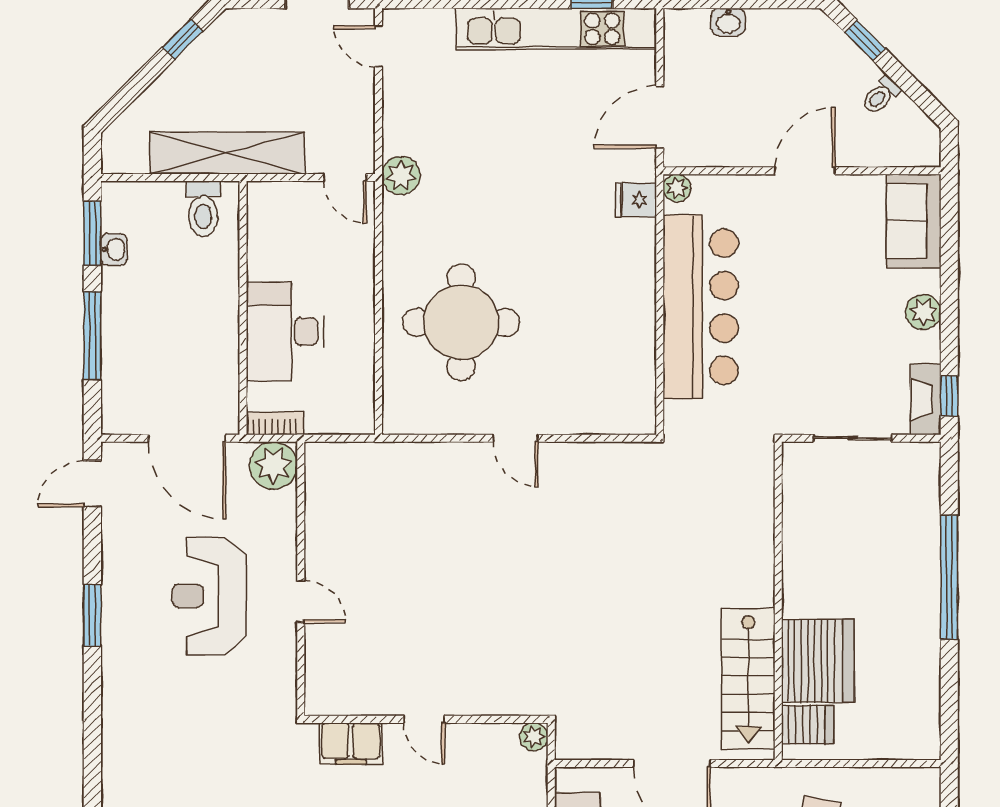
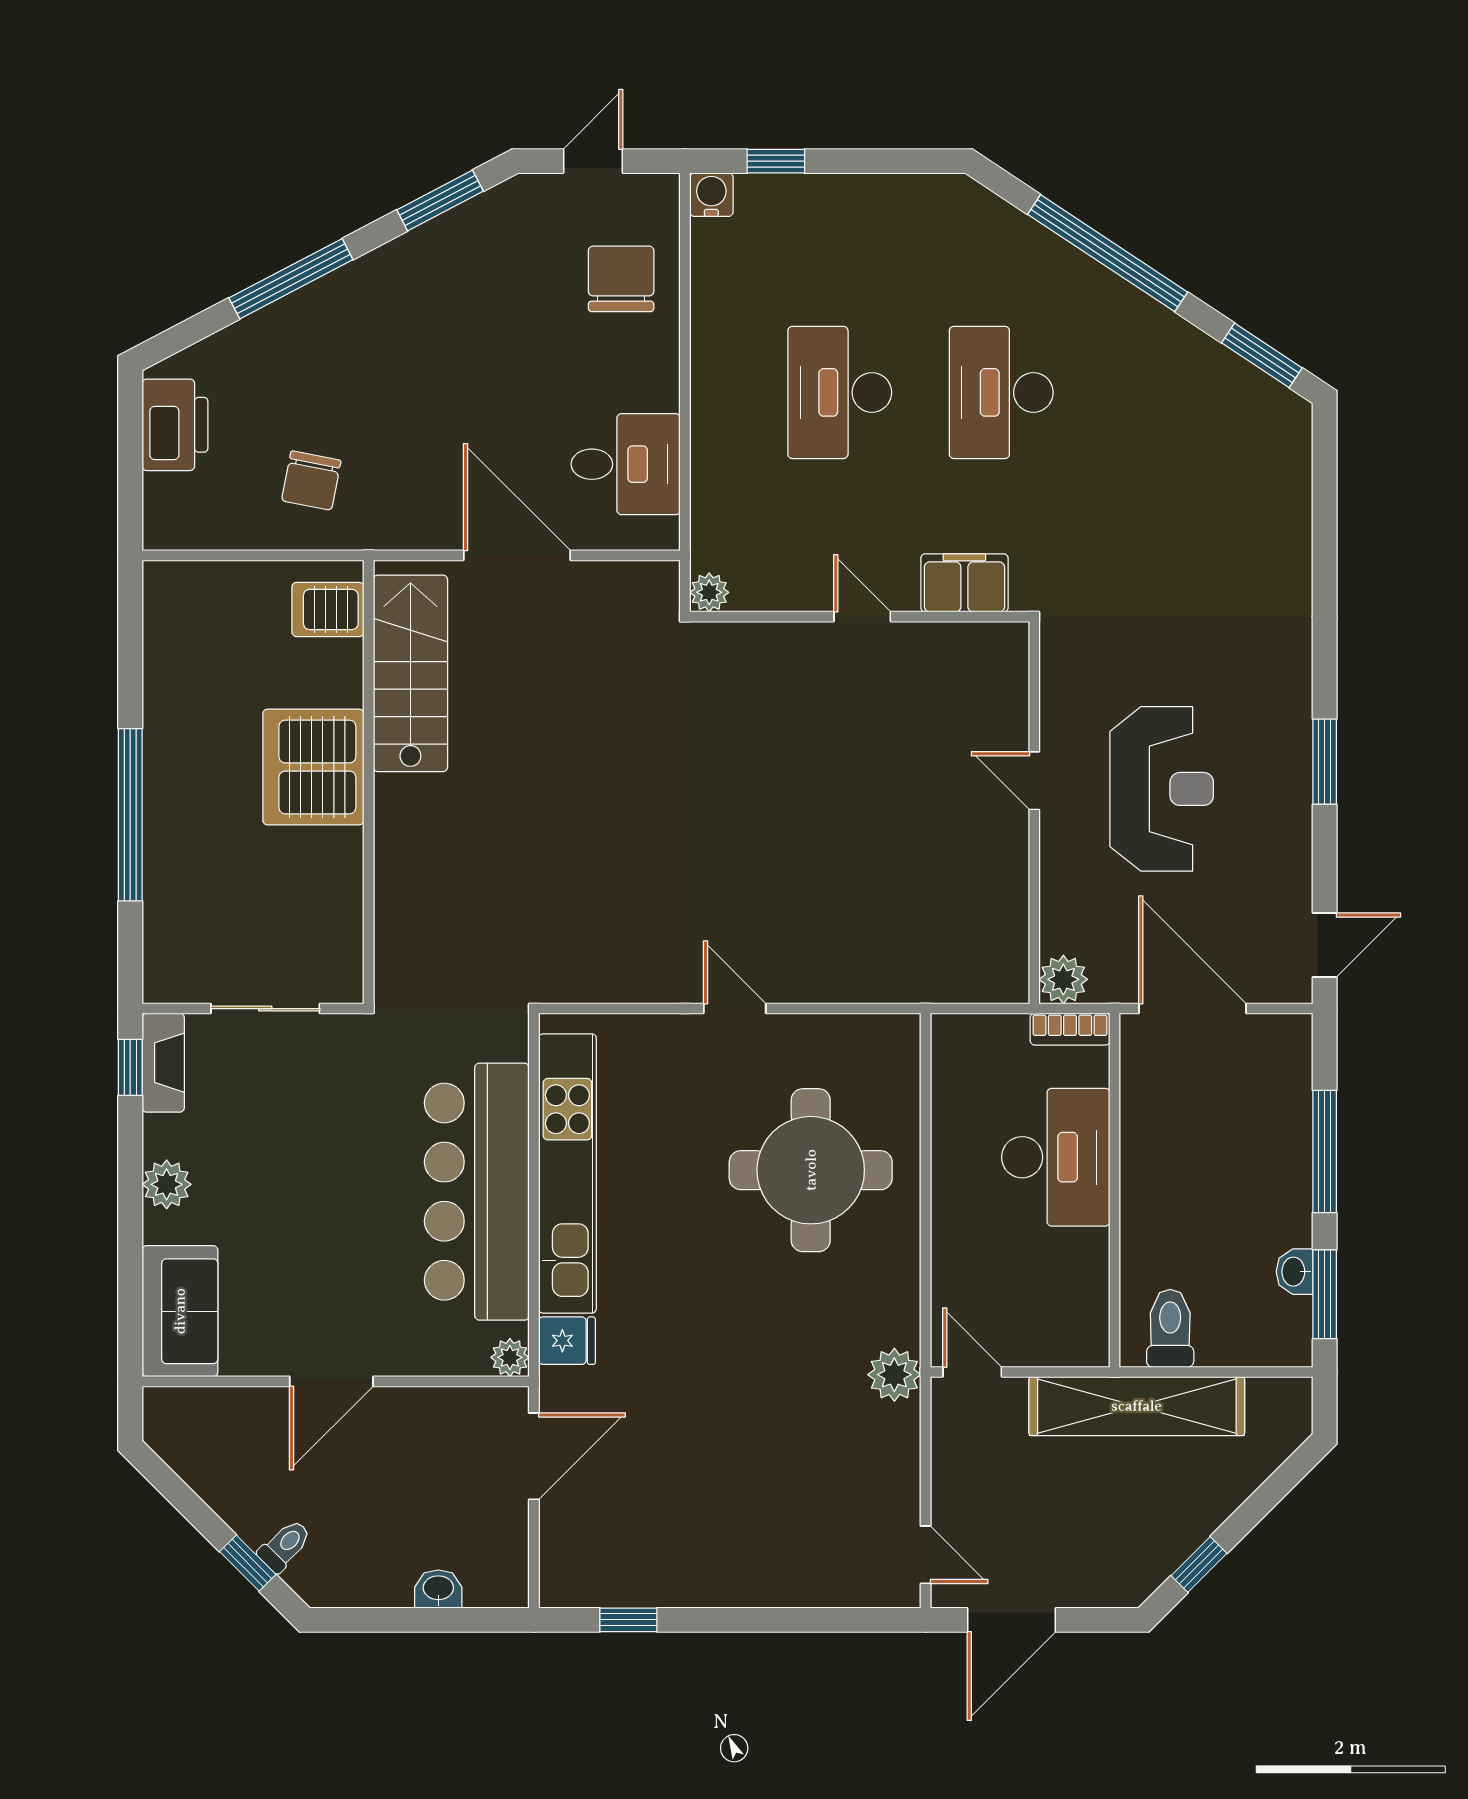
kitchen unit: (556, 29) -> (567, 1173), moved, turned 90
toilet: (881, 95) -> (285, 1546), moved
plant: (273, 465) -> (1063, 979), width x0.73, depth x0.73
server rack: (818, 661) -> (313, 767), moved

